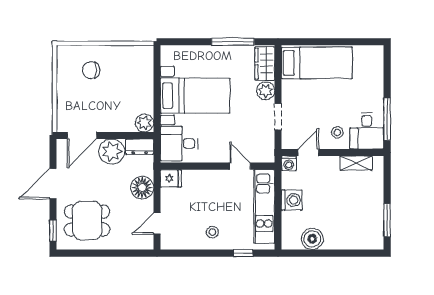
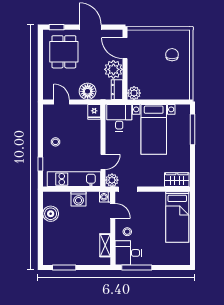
window: (233, 42) -> (192, 129), moved
plant: (266, 91) -> (112, 180), moved
doorway: (278, 117) -> (128, 189), moved

